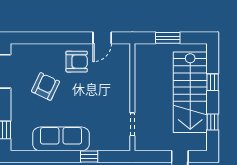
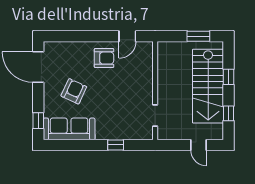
window: (168, 38) -> (198, 36), moved
armchair: (46, 86) -> (74, 91), moved
sofa: (61, 139) -> (69, 129), moved

